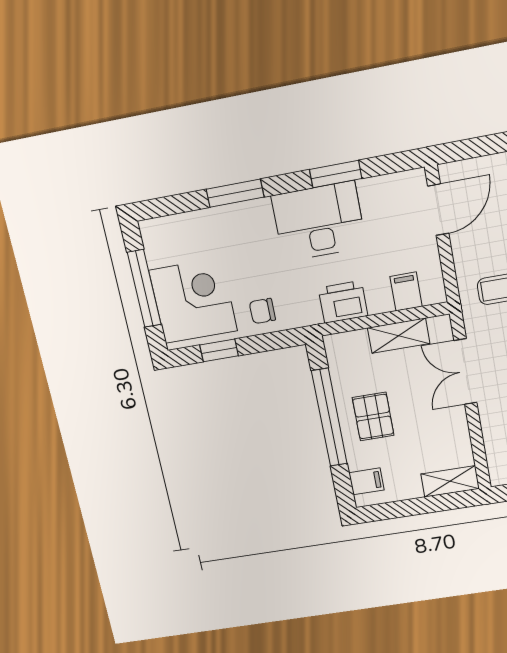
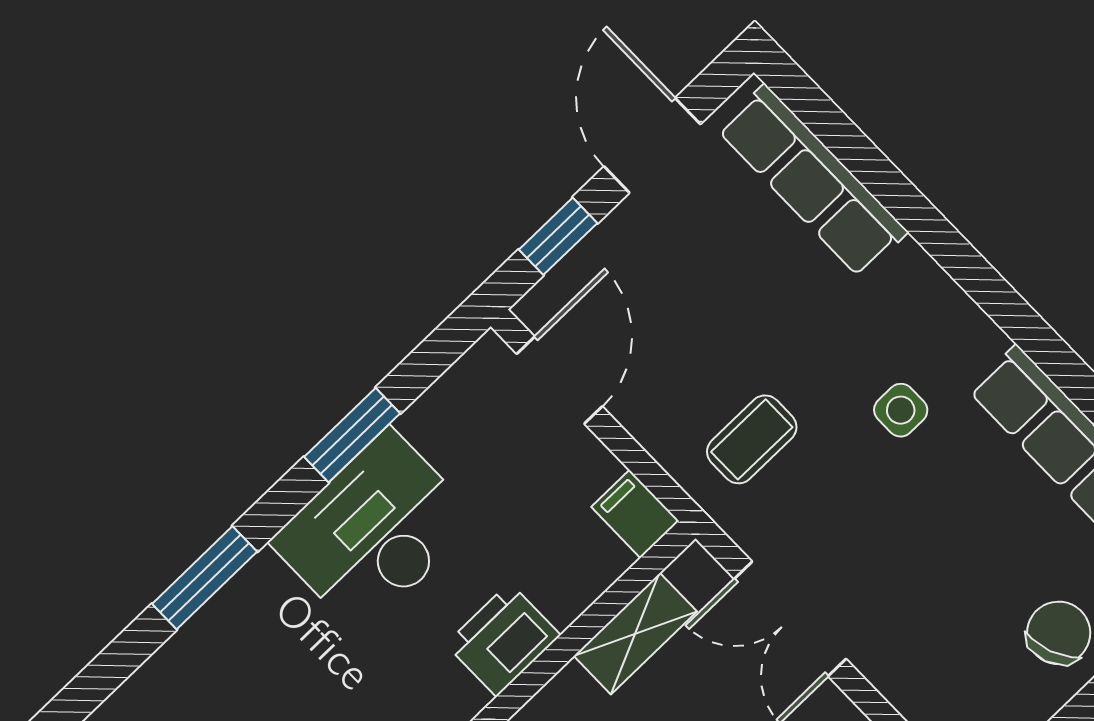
window: (479, 147) -> (558, 236), added
filing cabinet: (406, 291) -> (635, 514), moved

